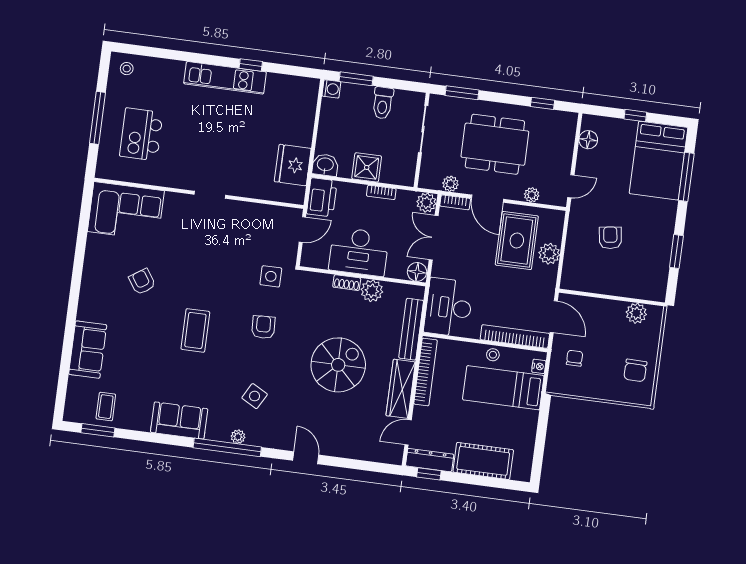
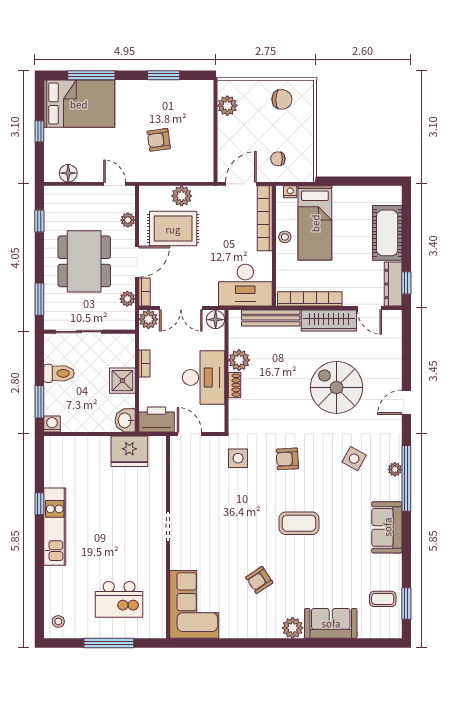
plant: (88, 310) -> (293, 628), added
spiral stairs: (338, 365) -> (336, 387), moved

